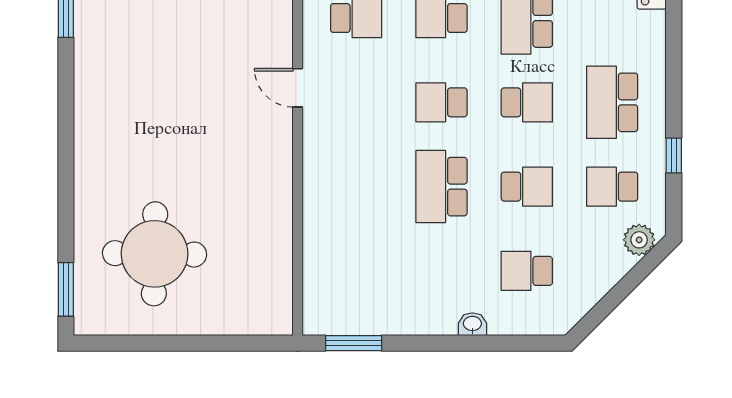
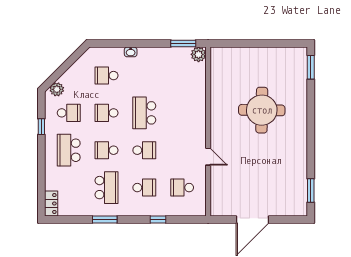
school desk: (612, 102) -> (69, 150), turned 180
school desk: (441, 187) -> (144, 113), turned 180
round table: (155, 254) -> (262, 110), moved
school desk: (527, 271) -> (107, 76), turned 180
plant: (319, 318) -> (199, 54), added

